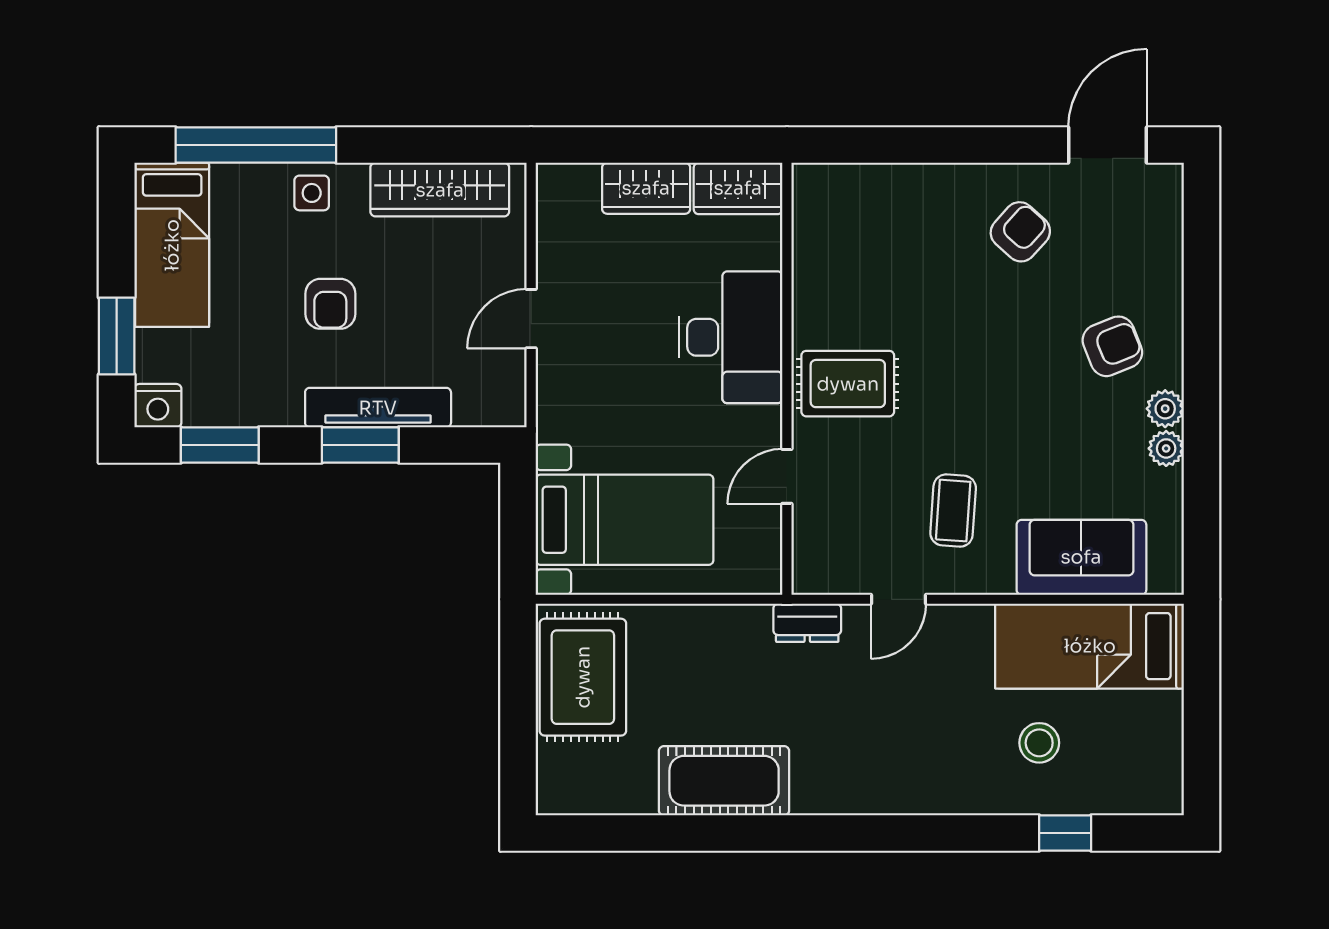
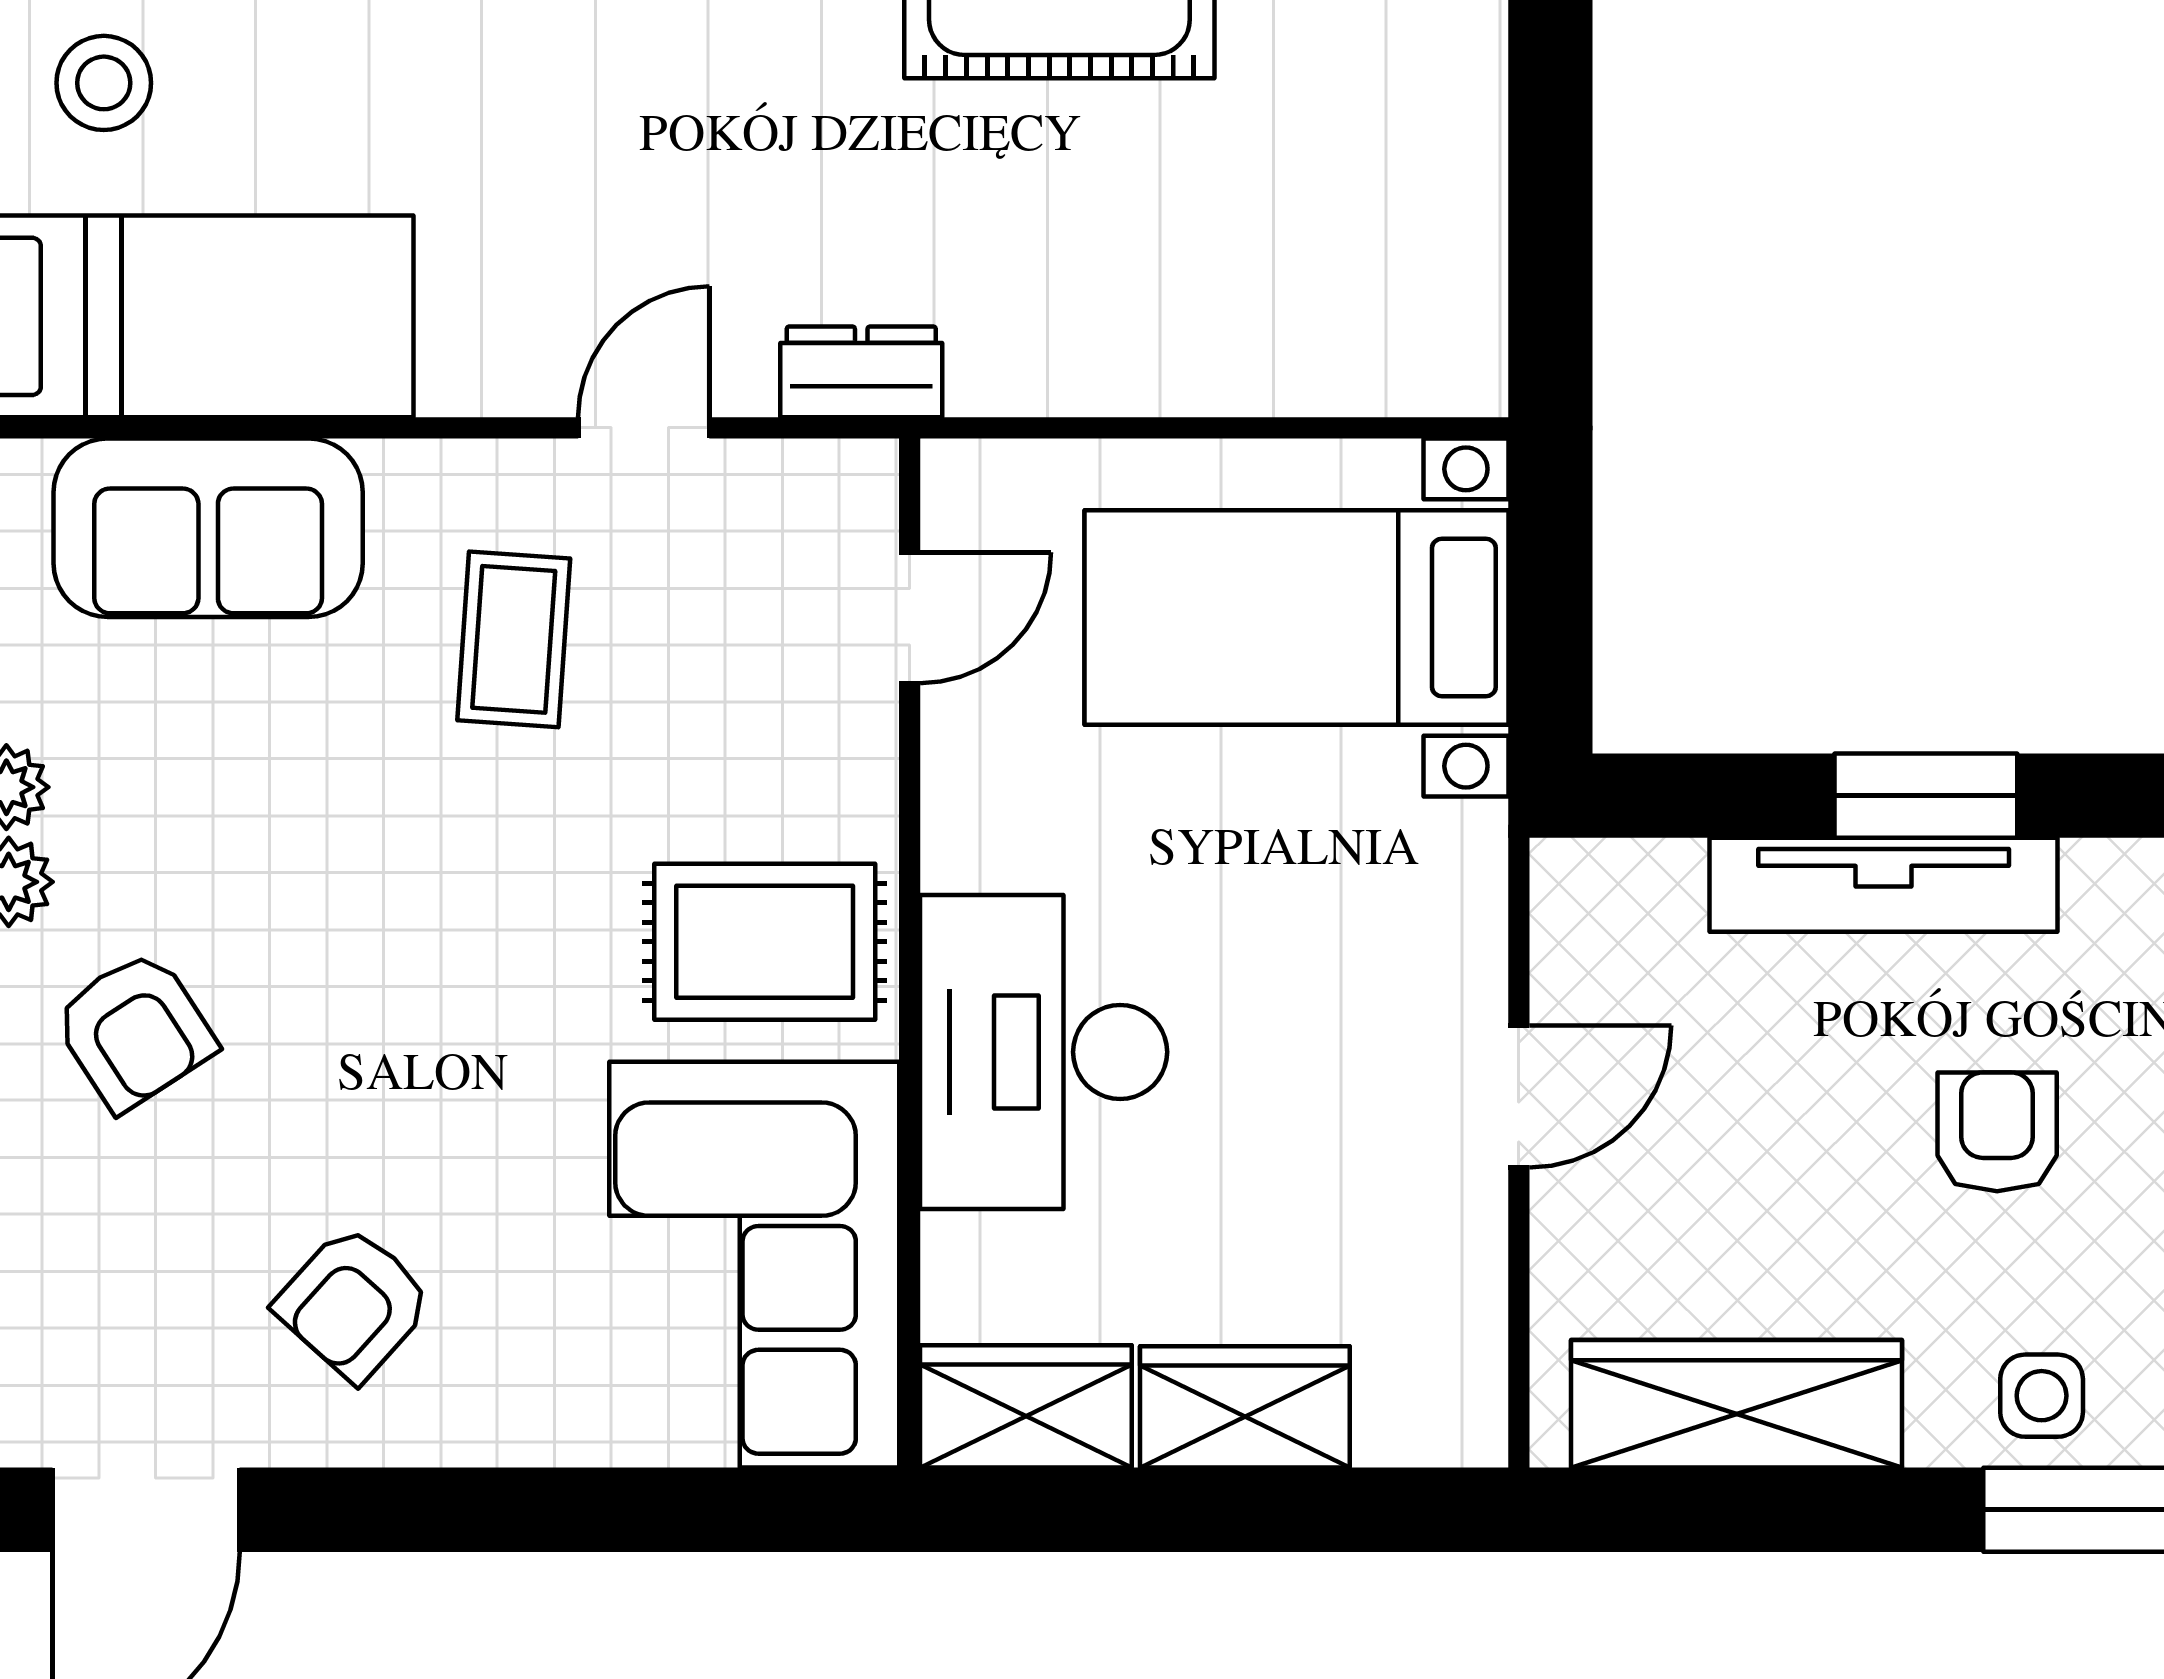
corner sofa: (852, 248) -> (754, 1265), added
armchair: (1112, 346) -> (134, 1031), turned -101
door: (787, 476) -> (910, 618), moved
rug: (583, 677) -> (1396, 243), removed
stool: (1039, 743) -> (104, 83), moved

